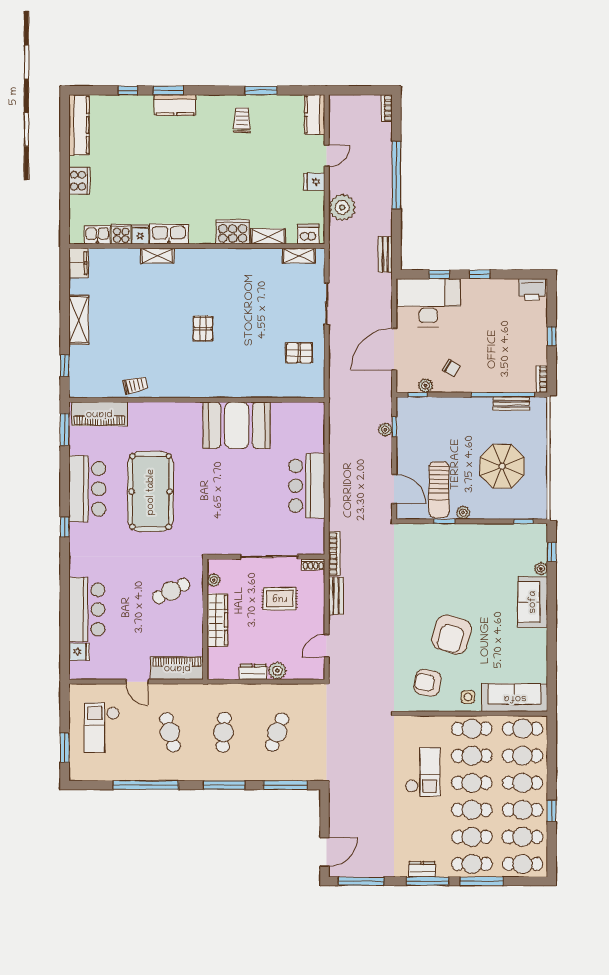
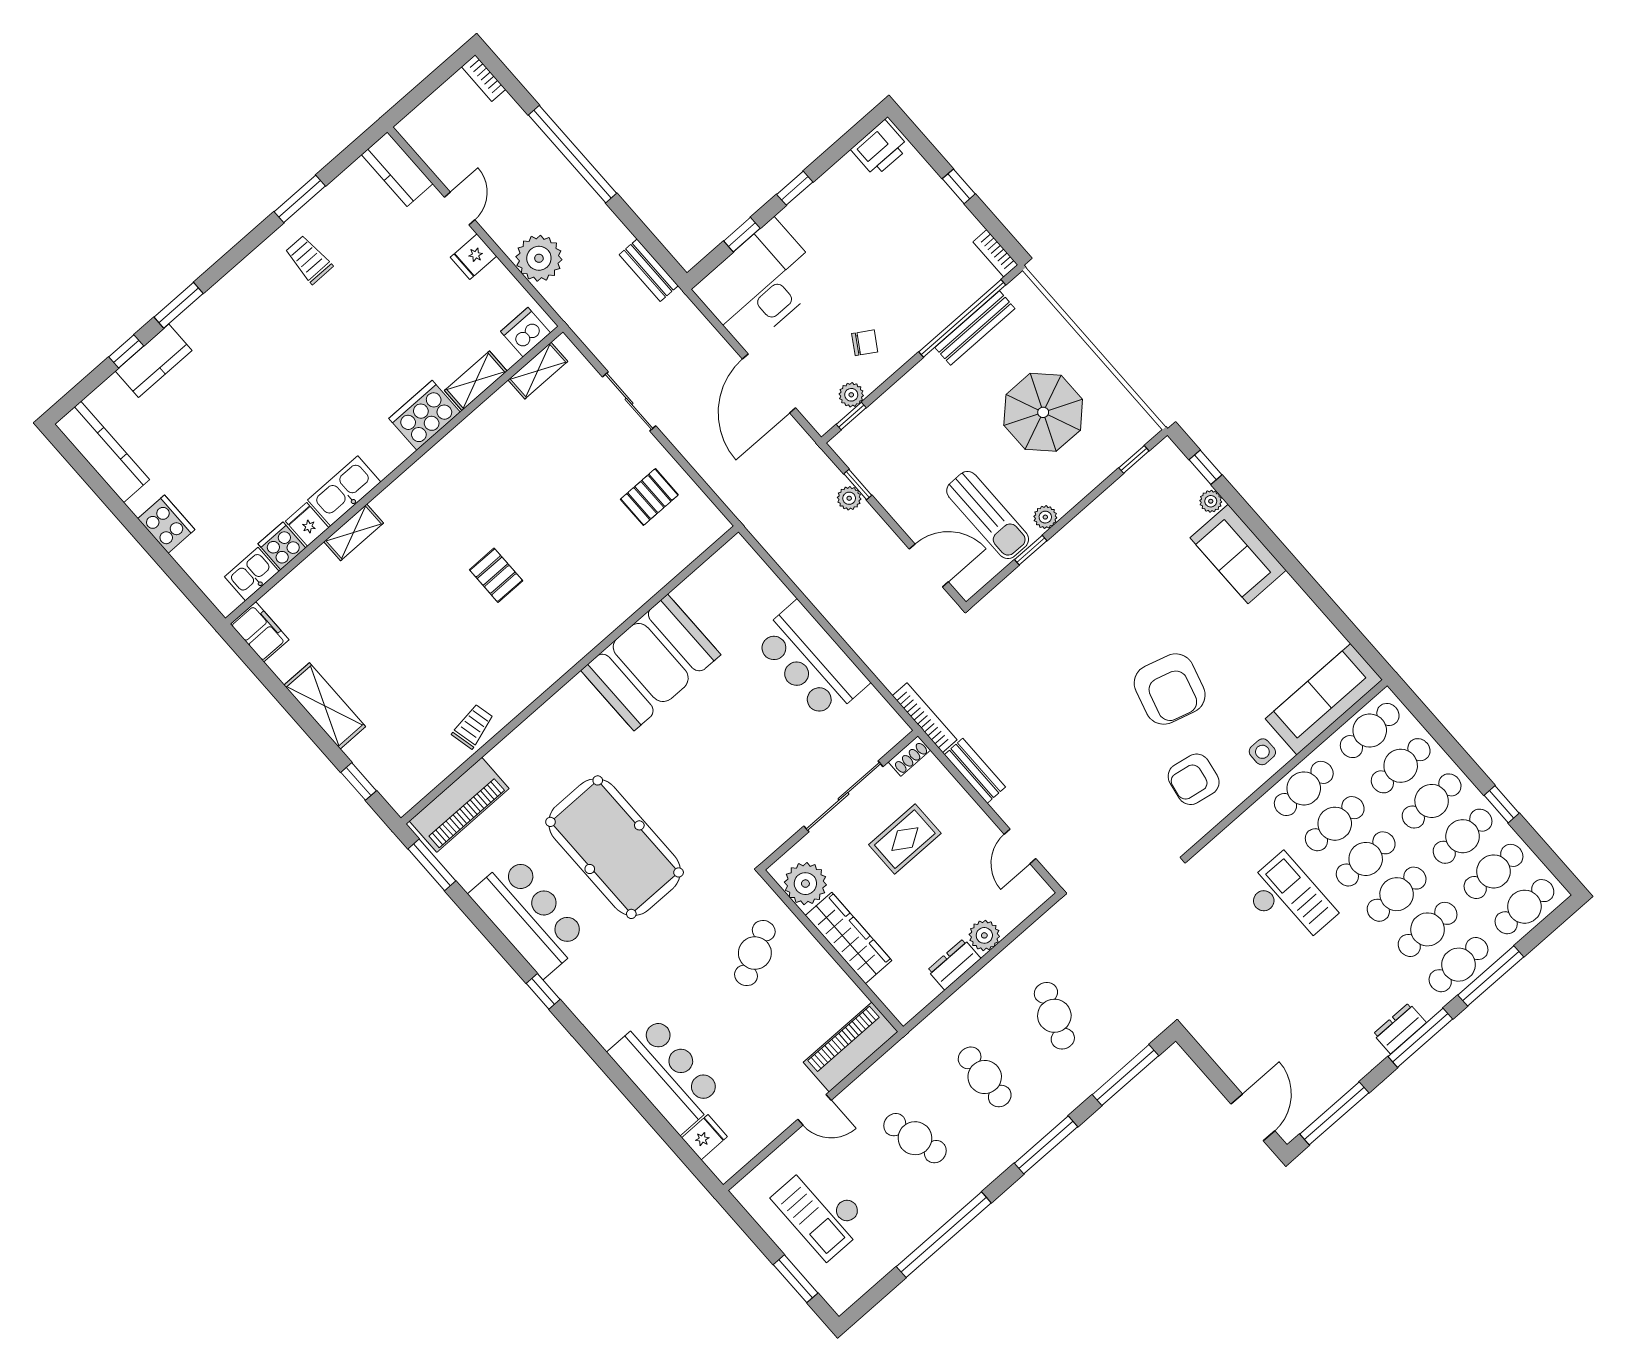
kitchen counter: (175, 105) -> (154, 361), moved
bench: (511, 404) -> (975, 328), width x1.36
plant: (214, 580) -> (805, 884), width x1.88, depth x1.88

